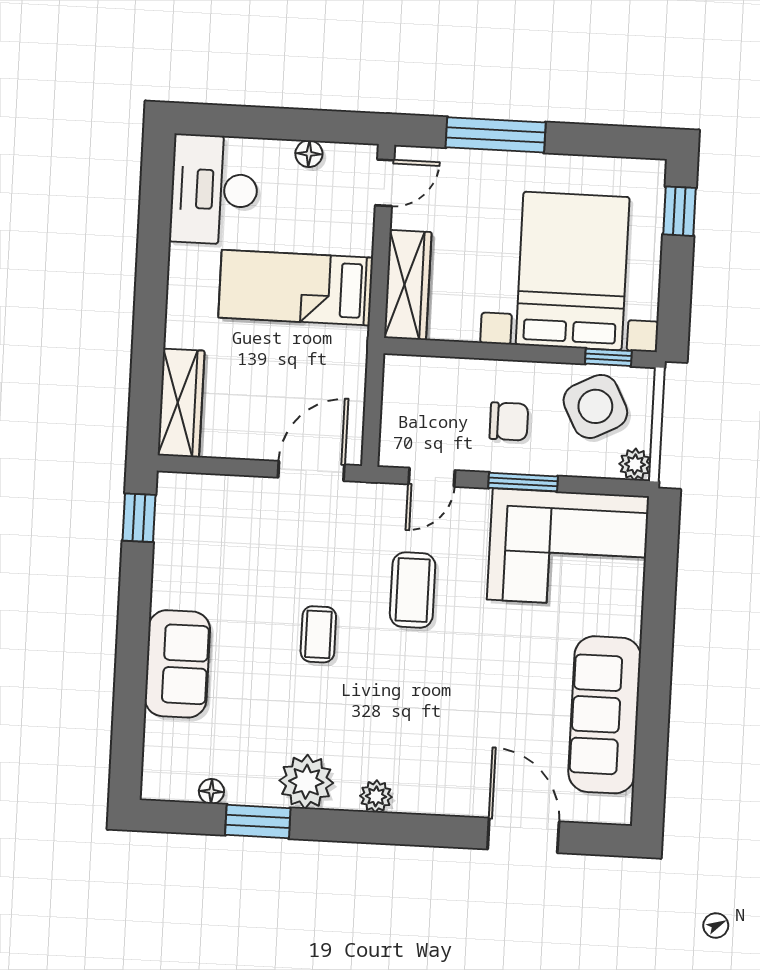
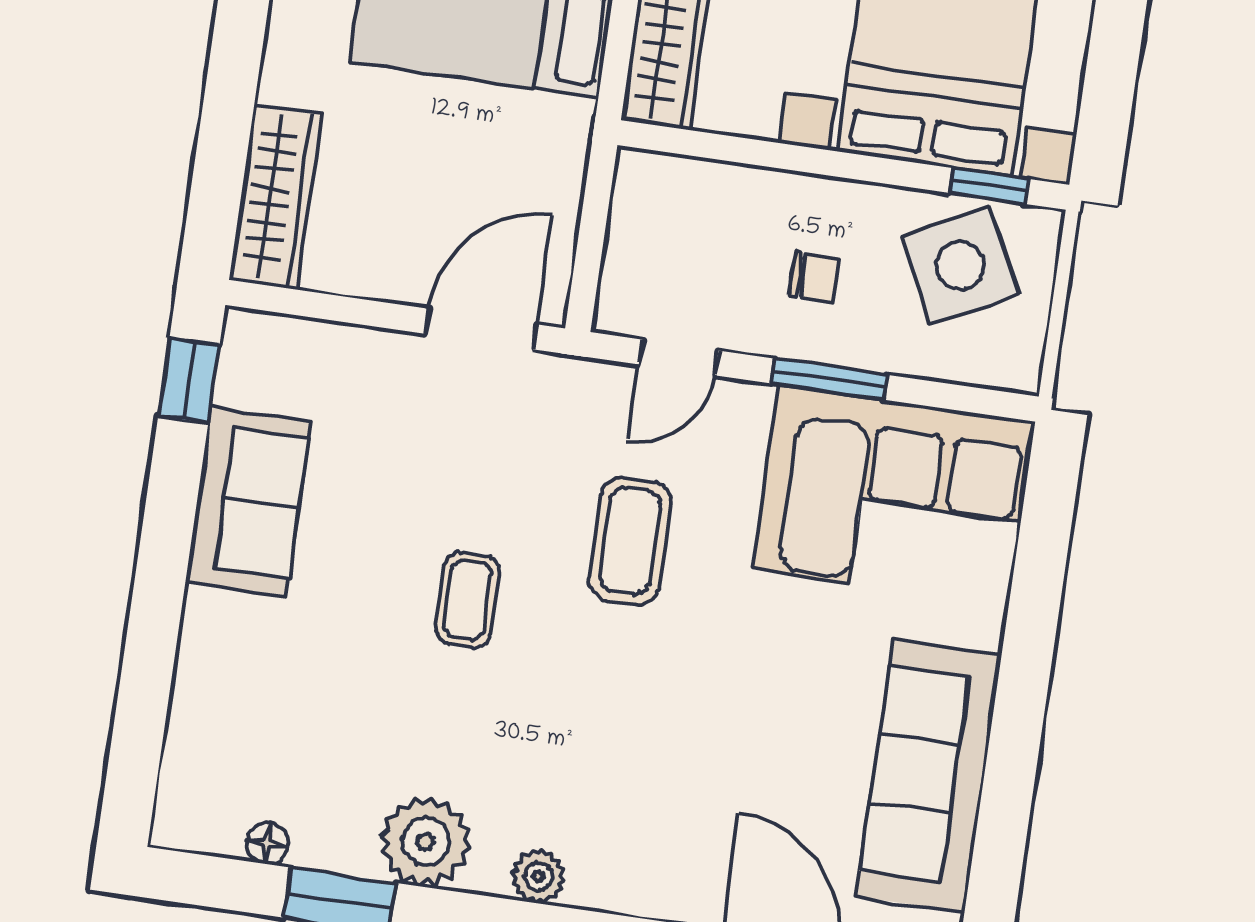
chair: (509, 421) -> (815, 277), width x0.73, depth x0.73
plant: (635, 464) -> (1017, 367), removed
sofa: (177, 664) -> (249, 501), moved

